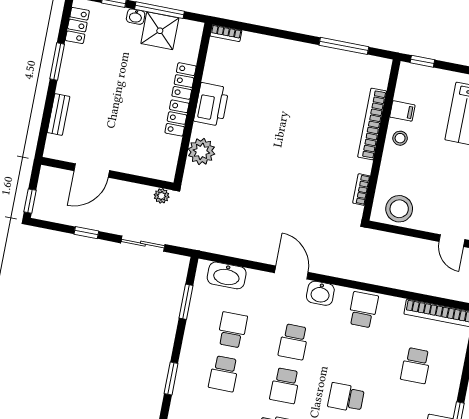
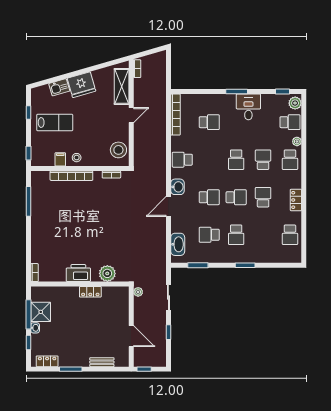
locker: (184, 81) -> (68, 292), removed
window: (30, 201) -> (144, 369), moved
school desk: (224, 374) -> (236, 235), turned 90

